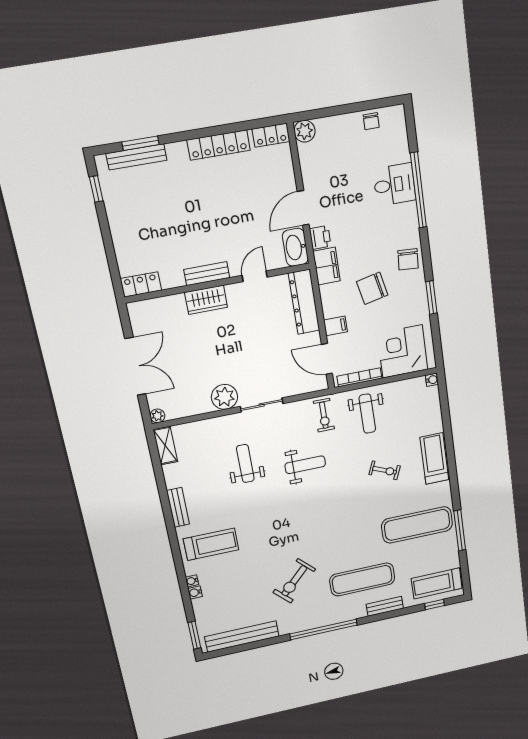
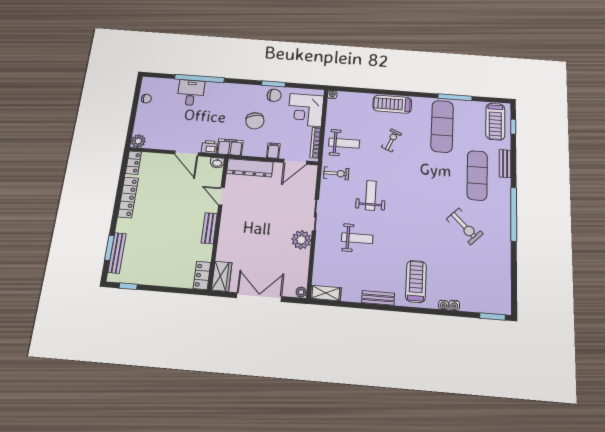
washbasin: (295, 247) -> (217, 163), width x0.52, depth x0.69
chair: (408, 259) -> (274, 95), moved
wardrobe: (206, 300) -> (222, 276), moved
weight bench: (245, 463) -> (357, 238), turned 180
bench: (242, 636) -> (504, 279), removed

